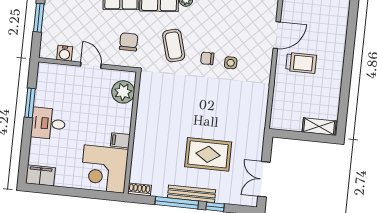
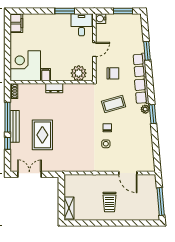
water cooler: (65, 53) -> (101, 19), moved
trolley: (301, 63) -> (109, 202), moved
desk: (48, 123) -> (82, 25), moved
dresser: (141, 130) -> (54, 88), added

